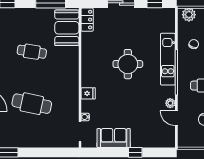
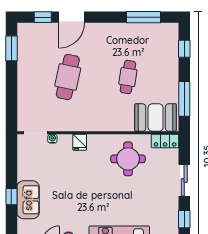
round table: (128, 64) -> (128, 159), moved
sofa: (114, 138) -> (28, 200), moved

